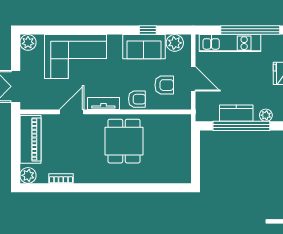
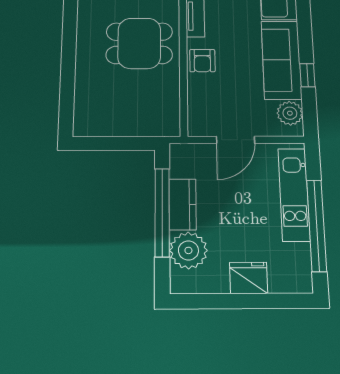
sofa: (144, 47) -> (281, 60), width x1.36
armchair: (164, 85) -> (225, 98), removed
plant: (266, 115) -> (188, 250), width x1.88, depth x1.88

